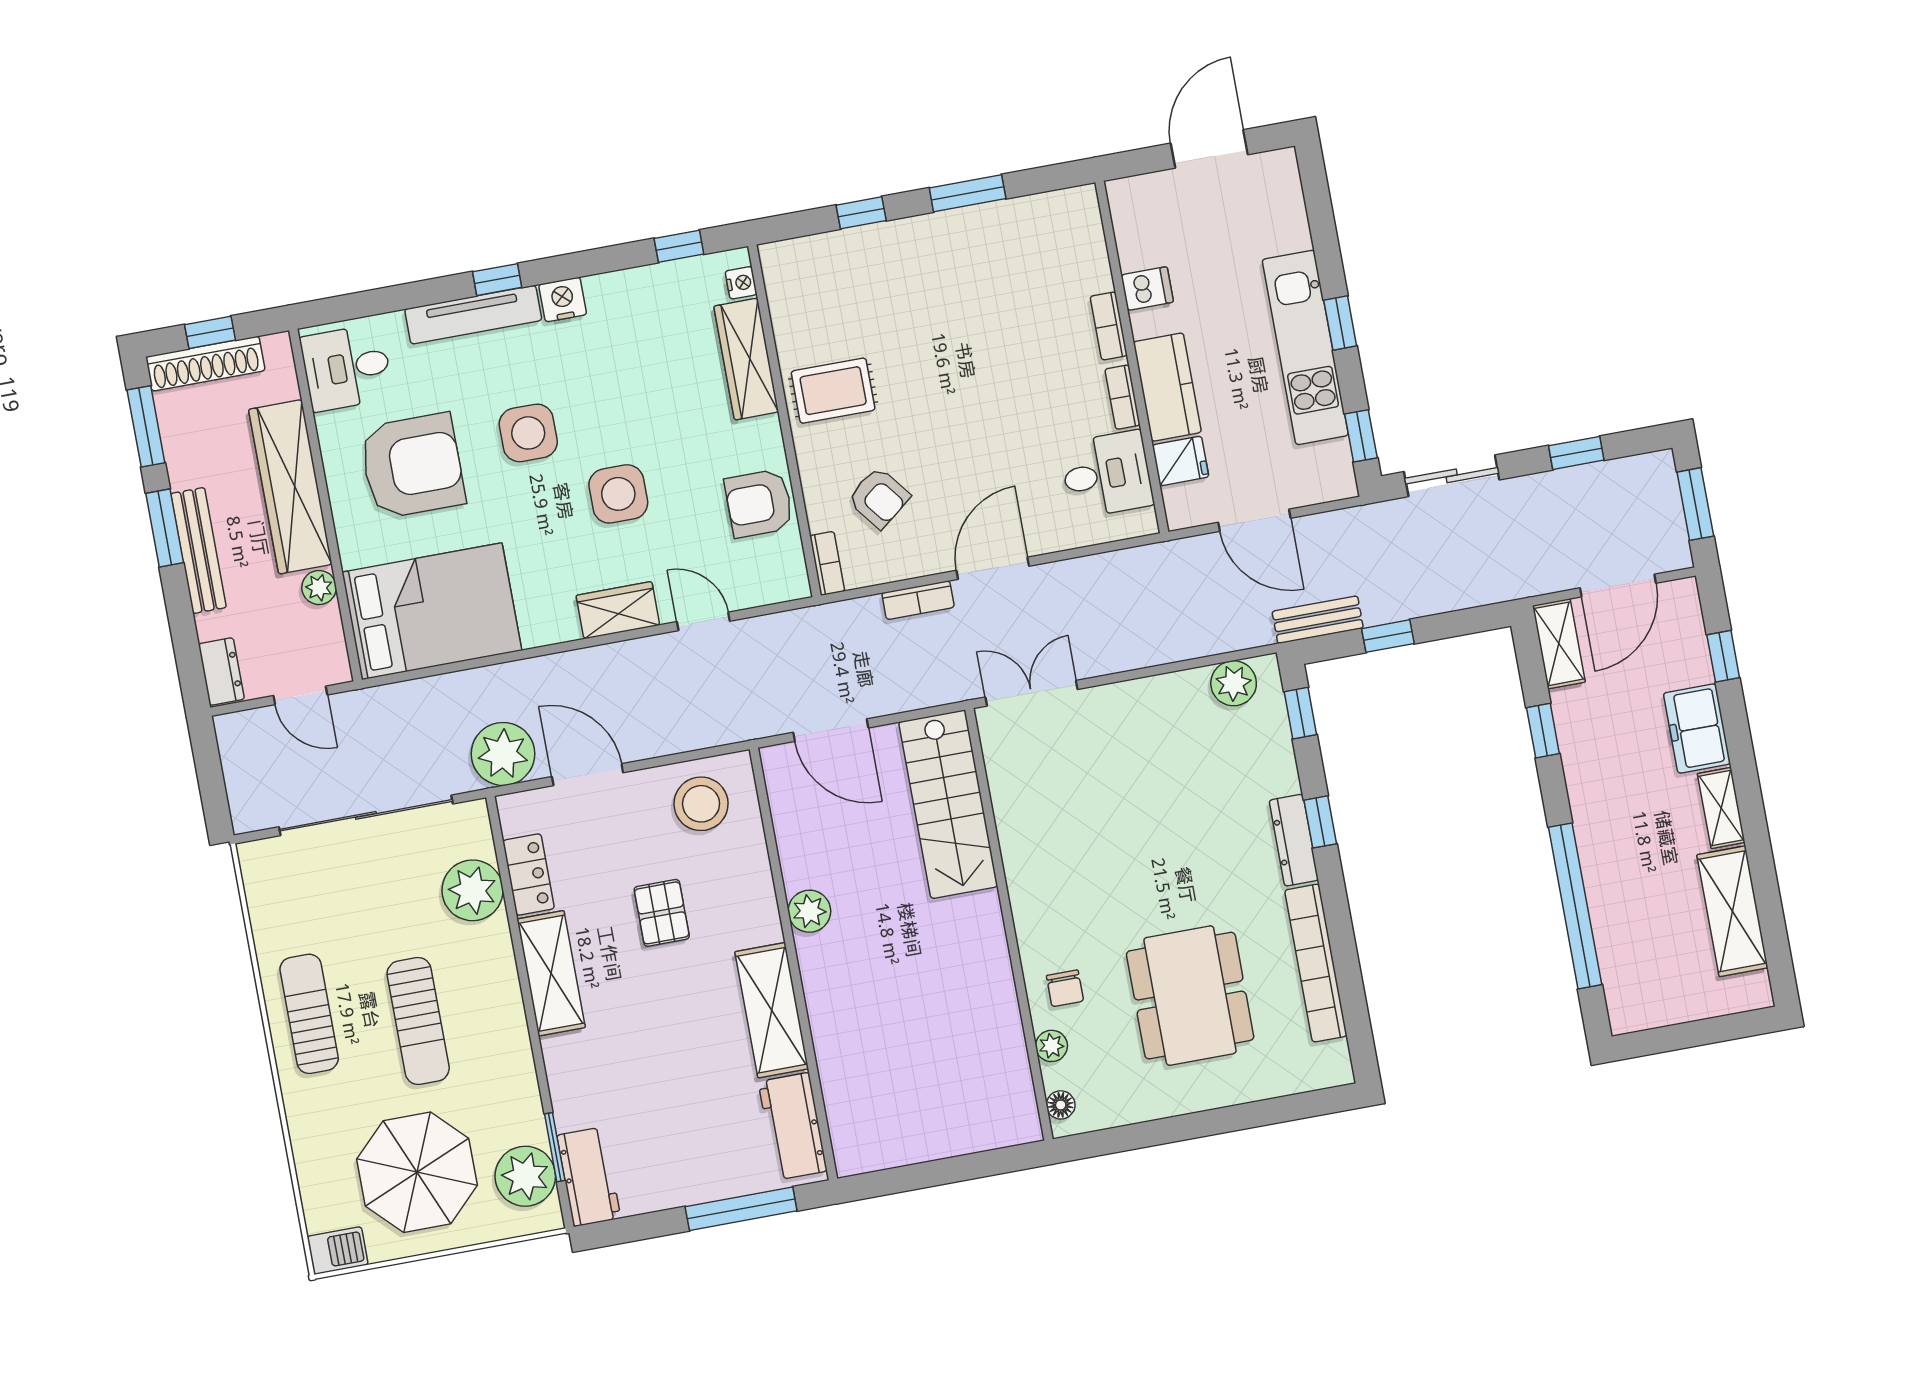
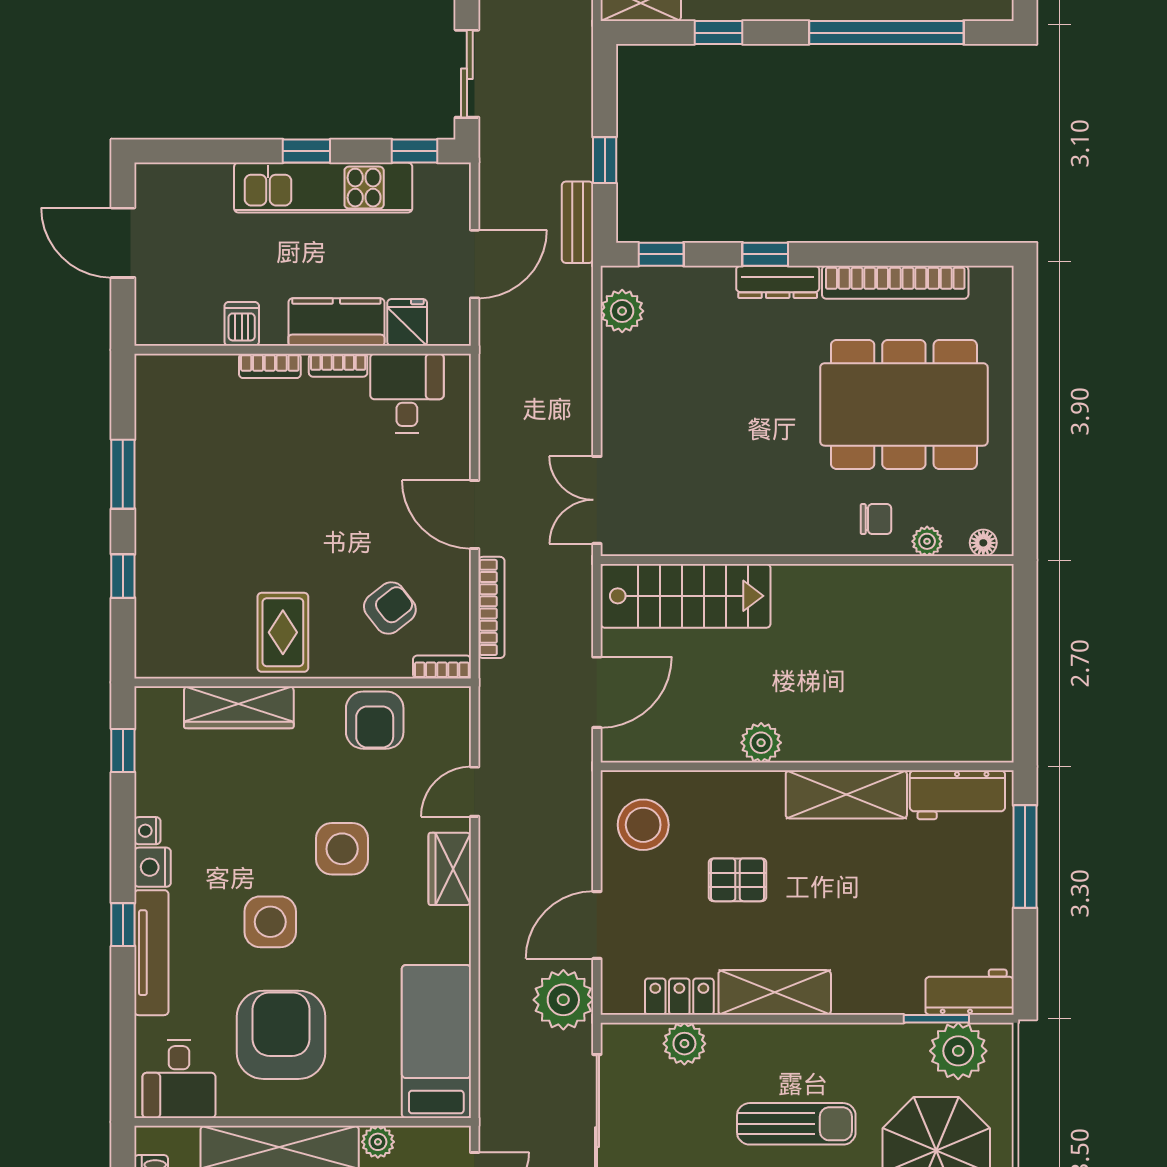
nightstand: (741, 283) -> (147, 831), moved, turned -90
bookcase: (918, 600) -> (491, 607), width x1.56
bed: (432, 611) -> (436, 1041), width x0.67
plant: (472, 890) -> (684, 1044), width x0.73, depth x0.73
dining table: (1190, 996) -> (904, 404), width x1.36, depth x1.24

